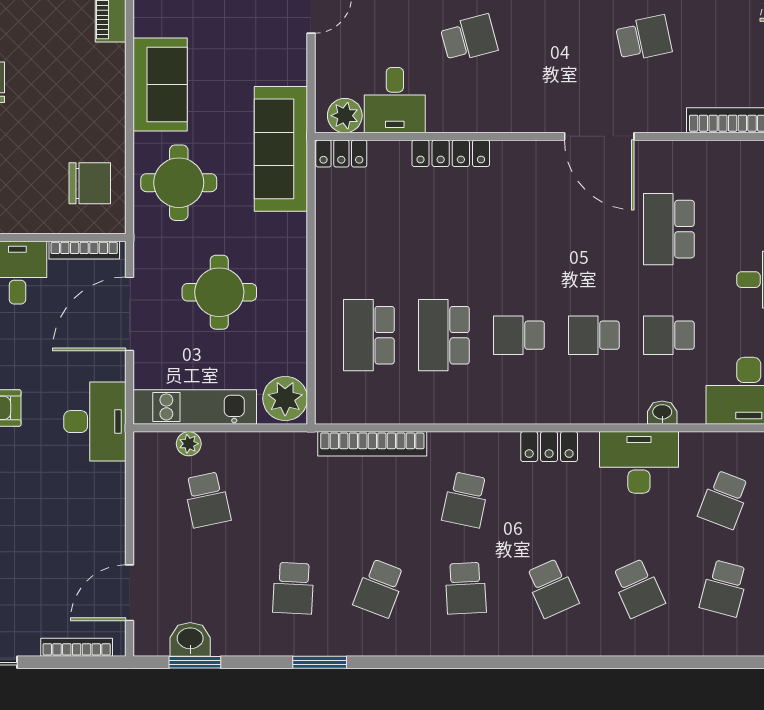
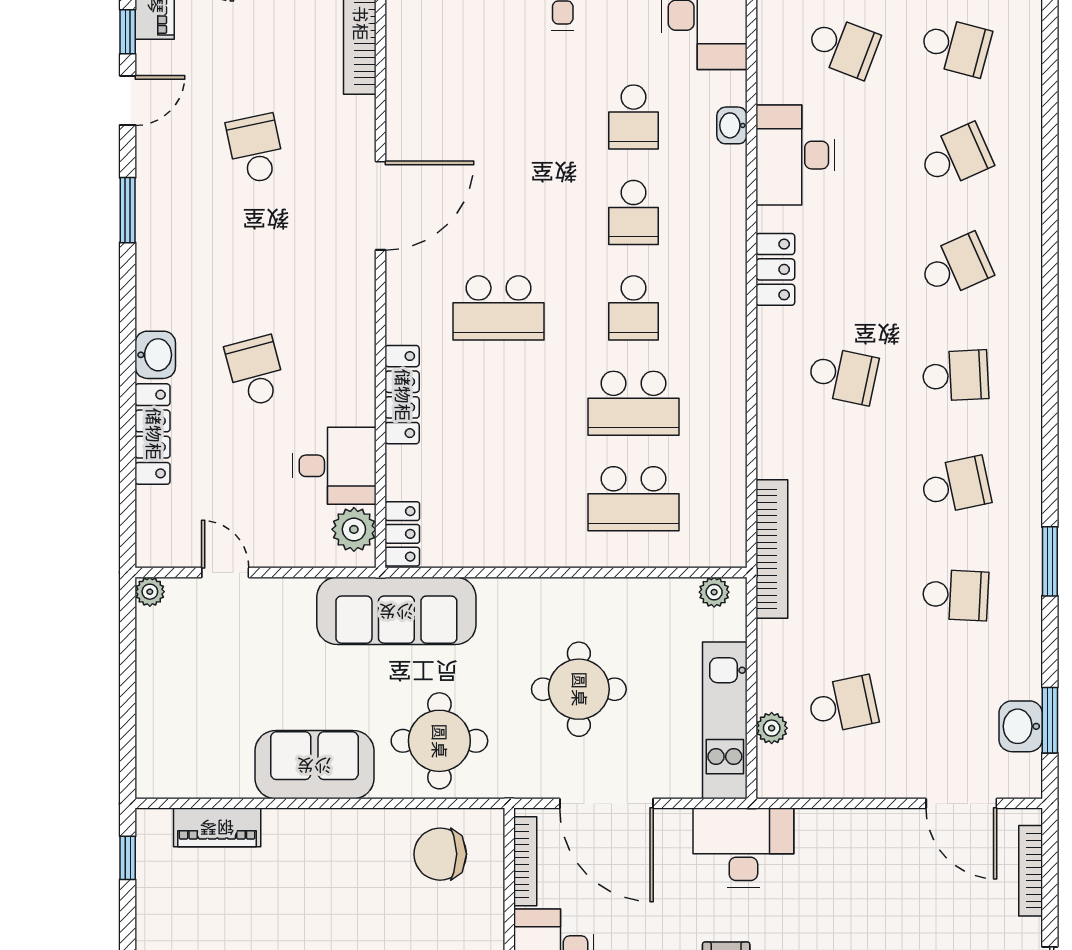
chair: (90, 183) -> (440, 854), turned -90
school desk: (669, 229) -> (499, 308), moved
plant: (285, 399) -> (714, 592), width x0.53, depth x0.53
bookcase: (372, 444) -> (772, 549), moved
school desk: (379, 588) -> (956, 485), turned -33

